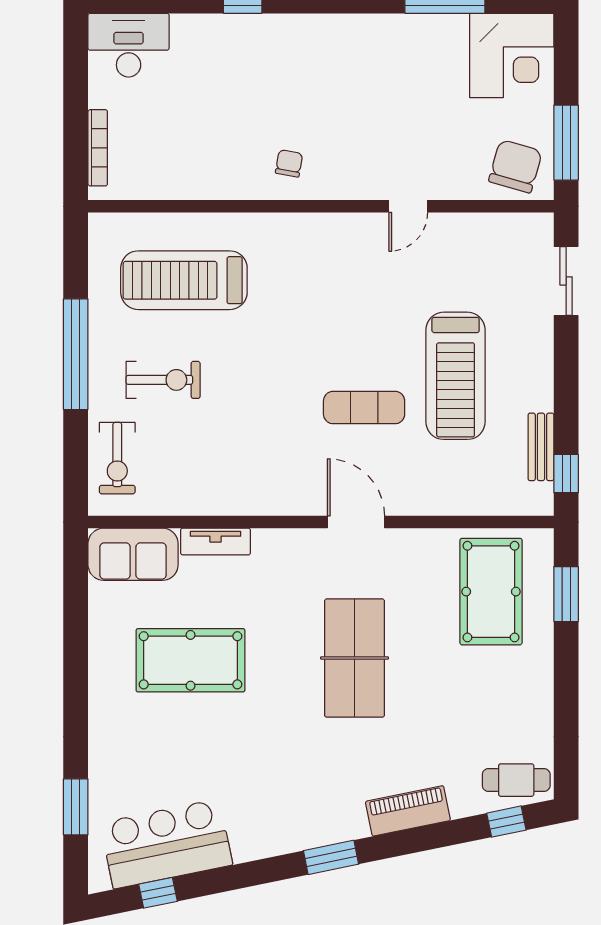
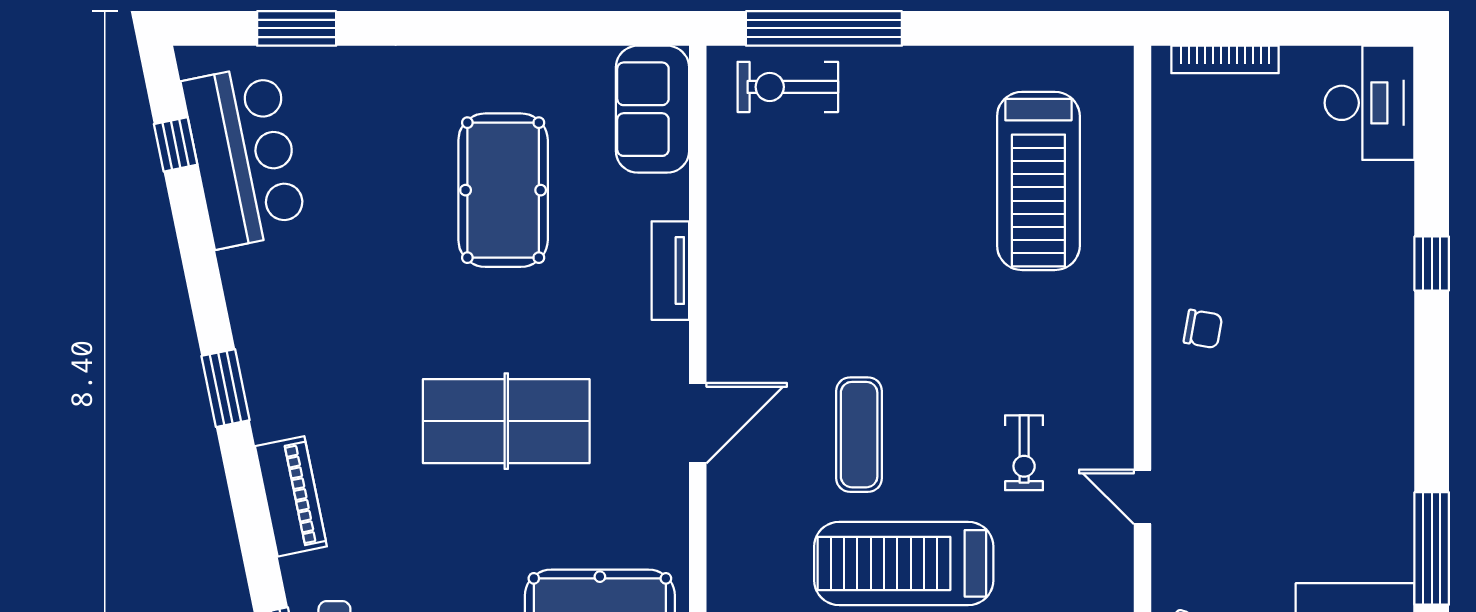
treadmill: (184, 280) -> (1038, 181), turned 180
window: (76, 354) -> (824, 28), moved
exercise bike: (163, 380) -> (1024, 453), moved, width x0.73, depth x0.72
tv unit: (216, 542) -> (670, 271), moved

